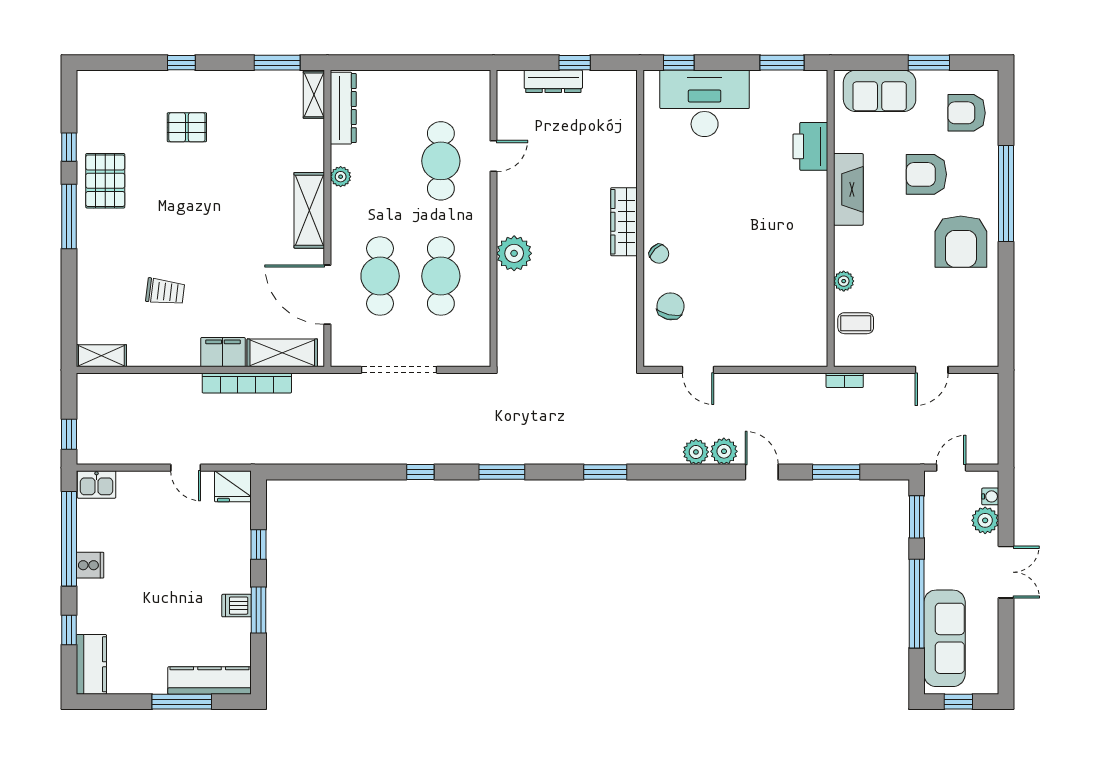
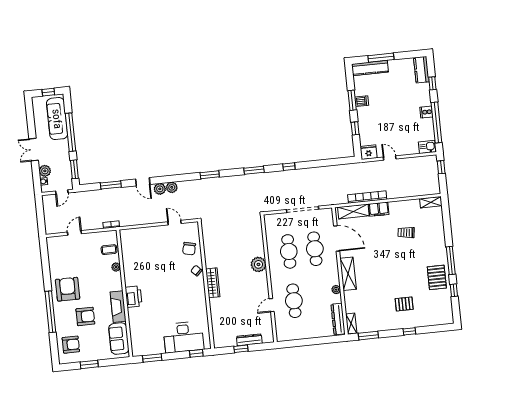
sofa: (880, 91) -> (119, 339), moved, turned -90
printer: (810, 146) -> (134, 297), moved

